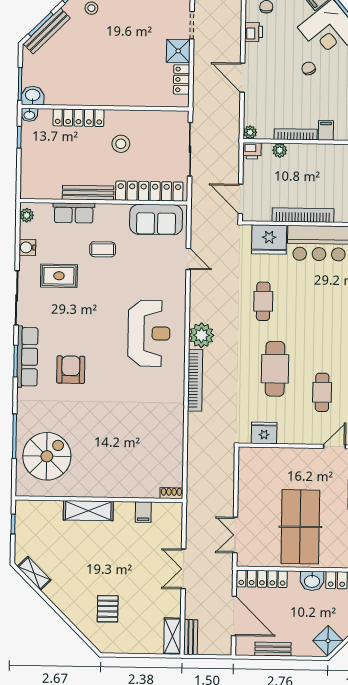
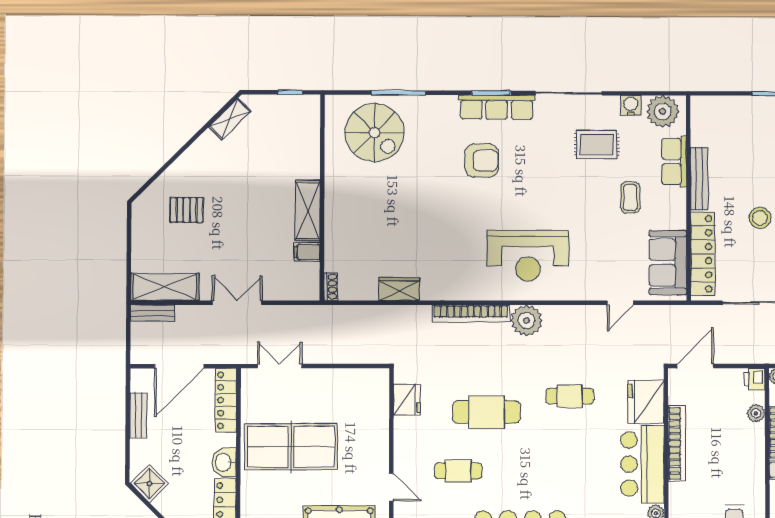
plant: (27, 215) -> (663, 112), width x1.88, depth x1.88
rug: (59, 276) -> (597, 144), turned 90
wardrobe: (174, 438) -> (399, 289), added
shelving: (88, 511) -> (308, 210), moved
shelving: (172, 636) -> (165, 287), width x1.50, depth x1.33

